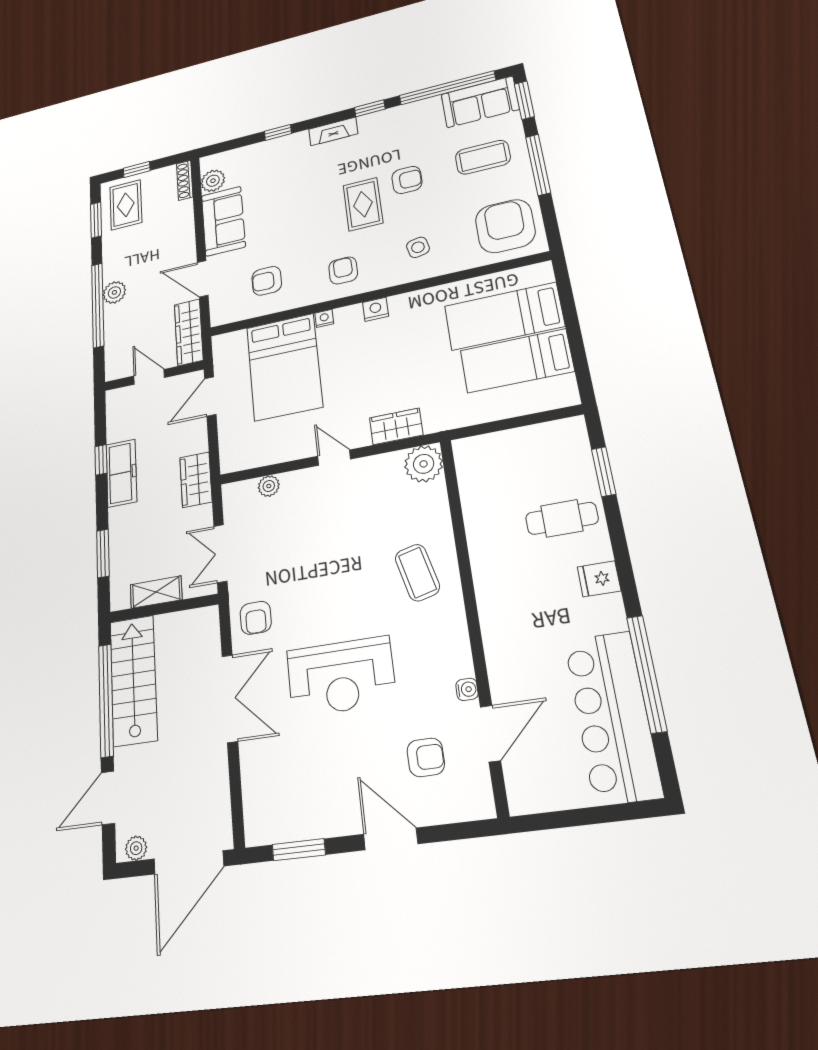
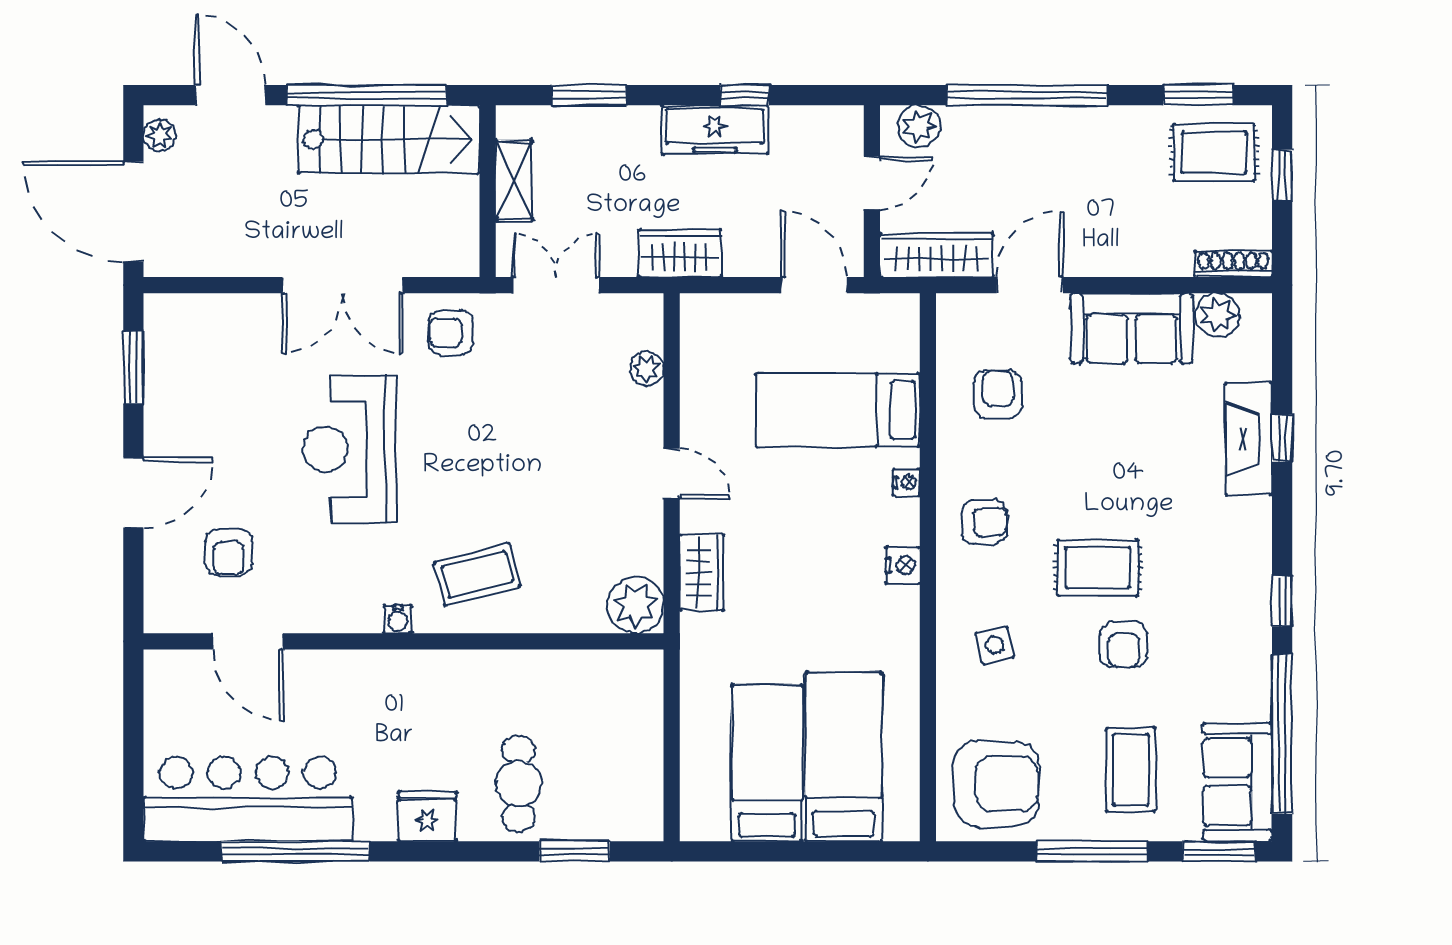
fireplace: (333, 131) -> (1249, 439), moved, width x1.37, depth x1.32
plant: (114, 292) -> (919, 126), moved
bed: (284, 367) -> (838, 410), width x0.67
door: (334, 458) -> (672, 473), hinge flipped
fridge: (599, 579) -> (427, 817), width x1.38
water cooler: (467, 689) -> (398, 619), moved

